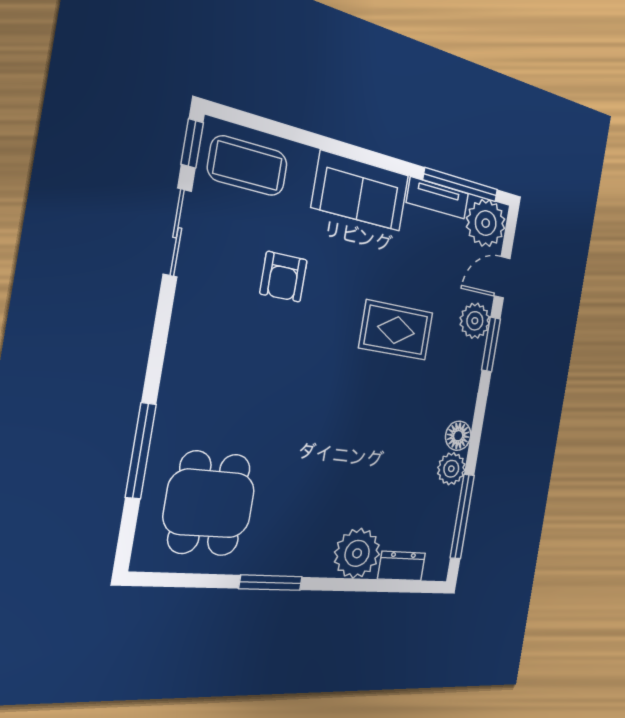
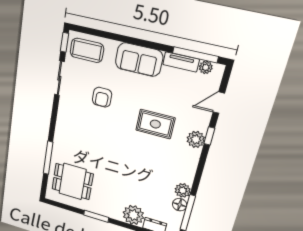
plant: (486, 223) -> (206, 67), width x0.53, depth x0.53
plant: (475, 321) -> (196, 139), moved
window: (491, 344) -> (209, 136), width x0.67
floor lamp: (458, 436) -> (180, 205), moved
dining table: (209, 504) -> (73, 182), turned 90

